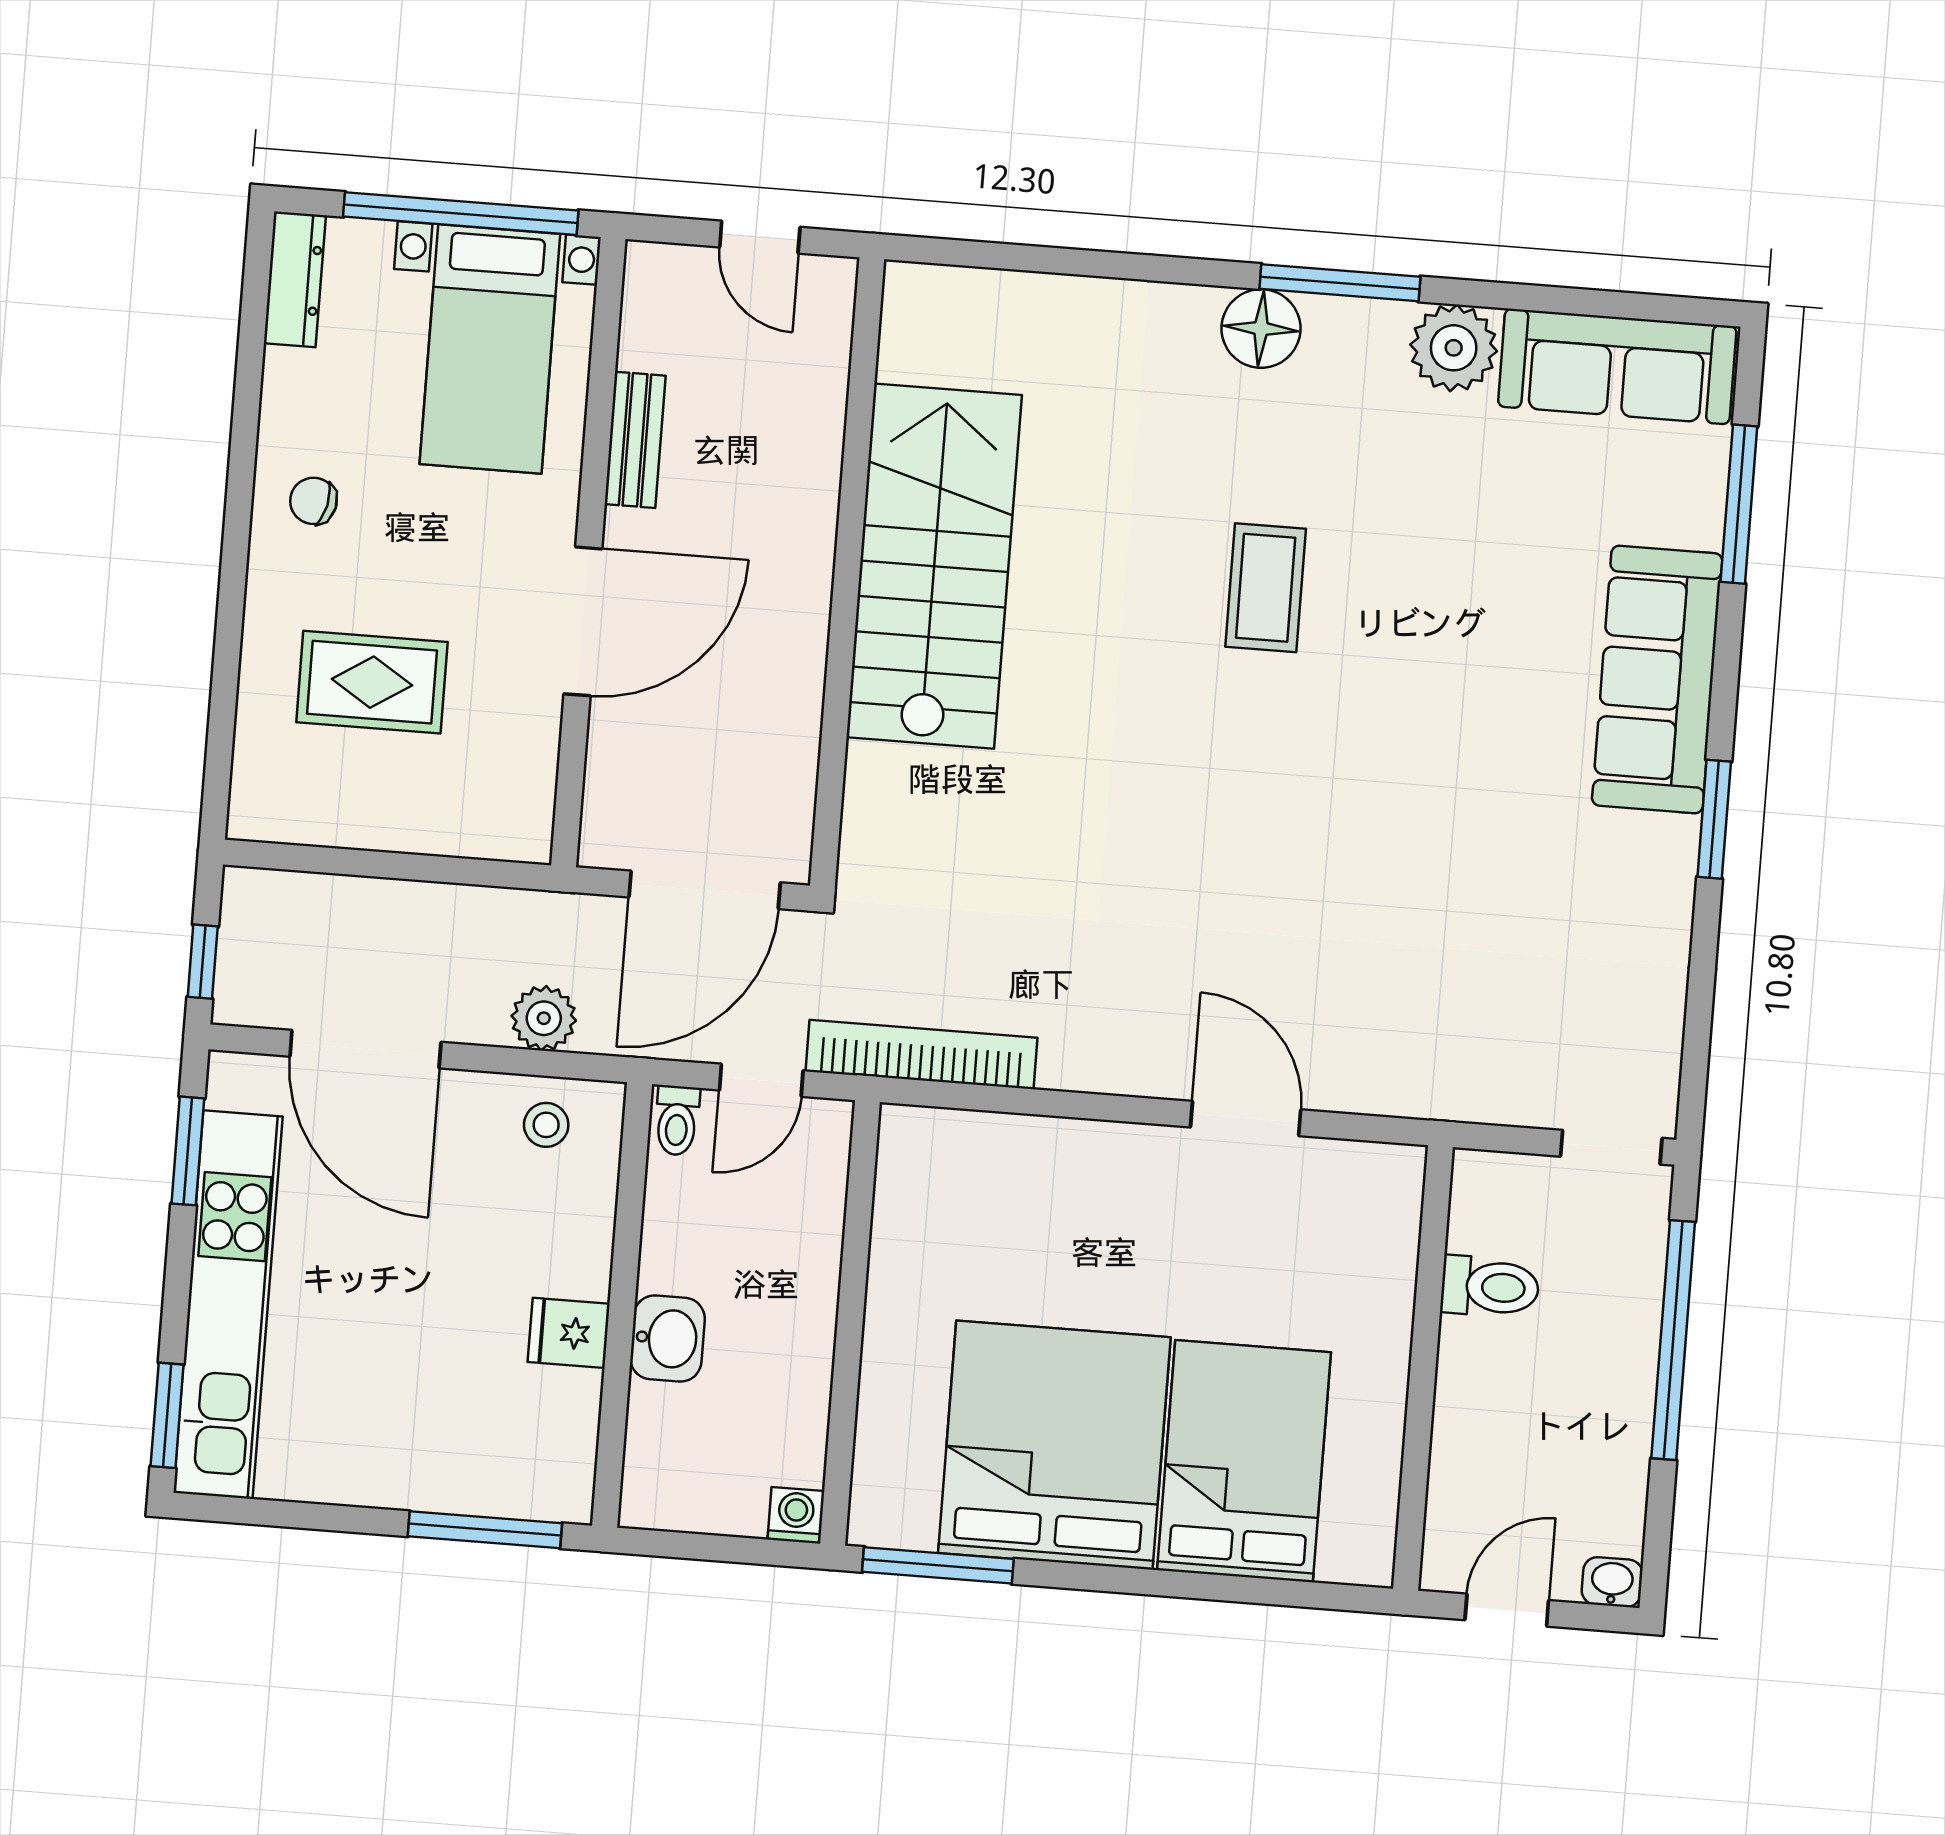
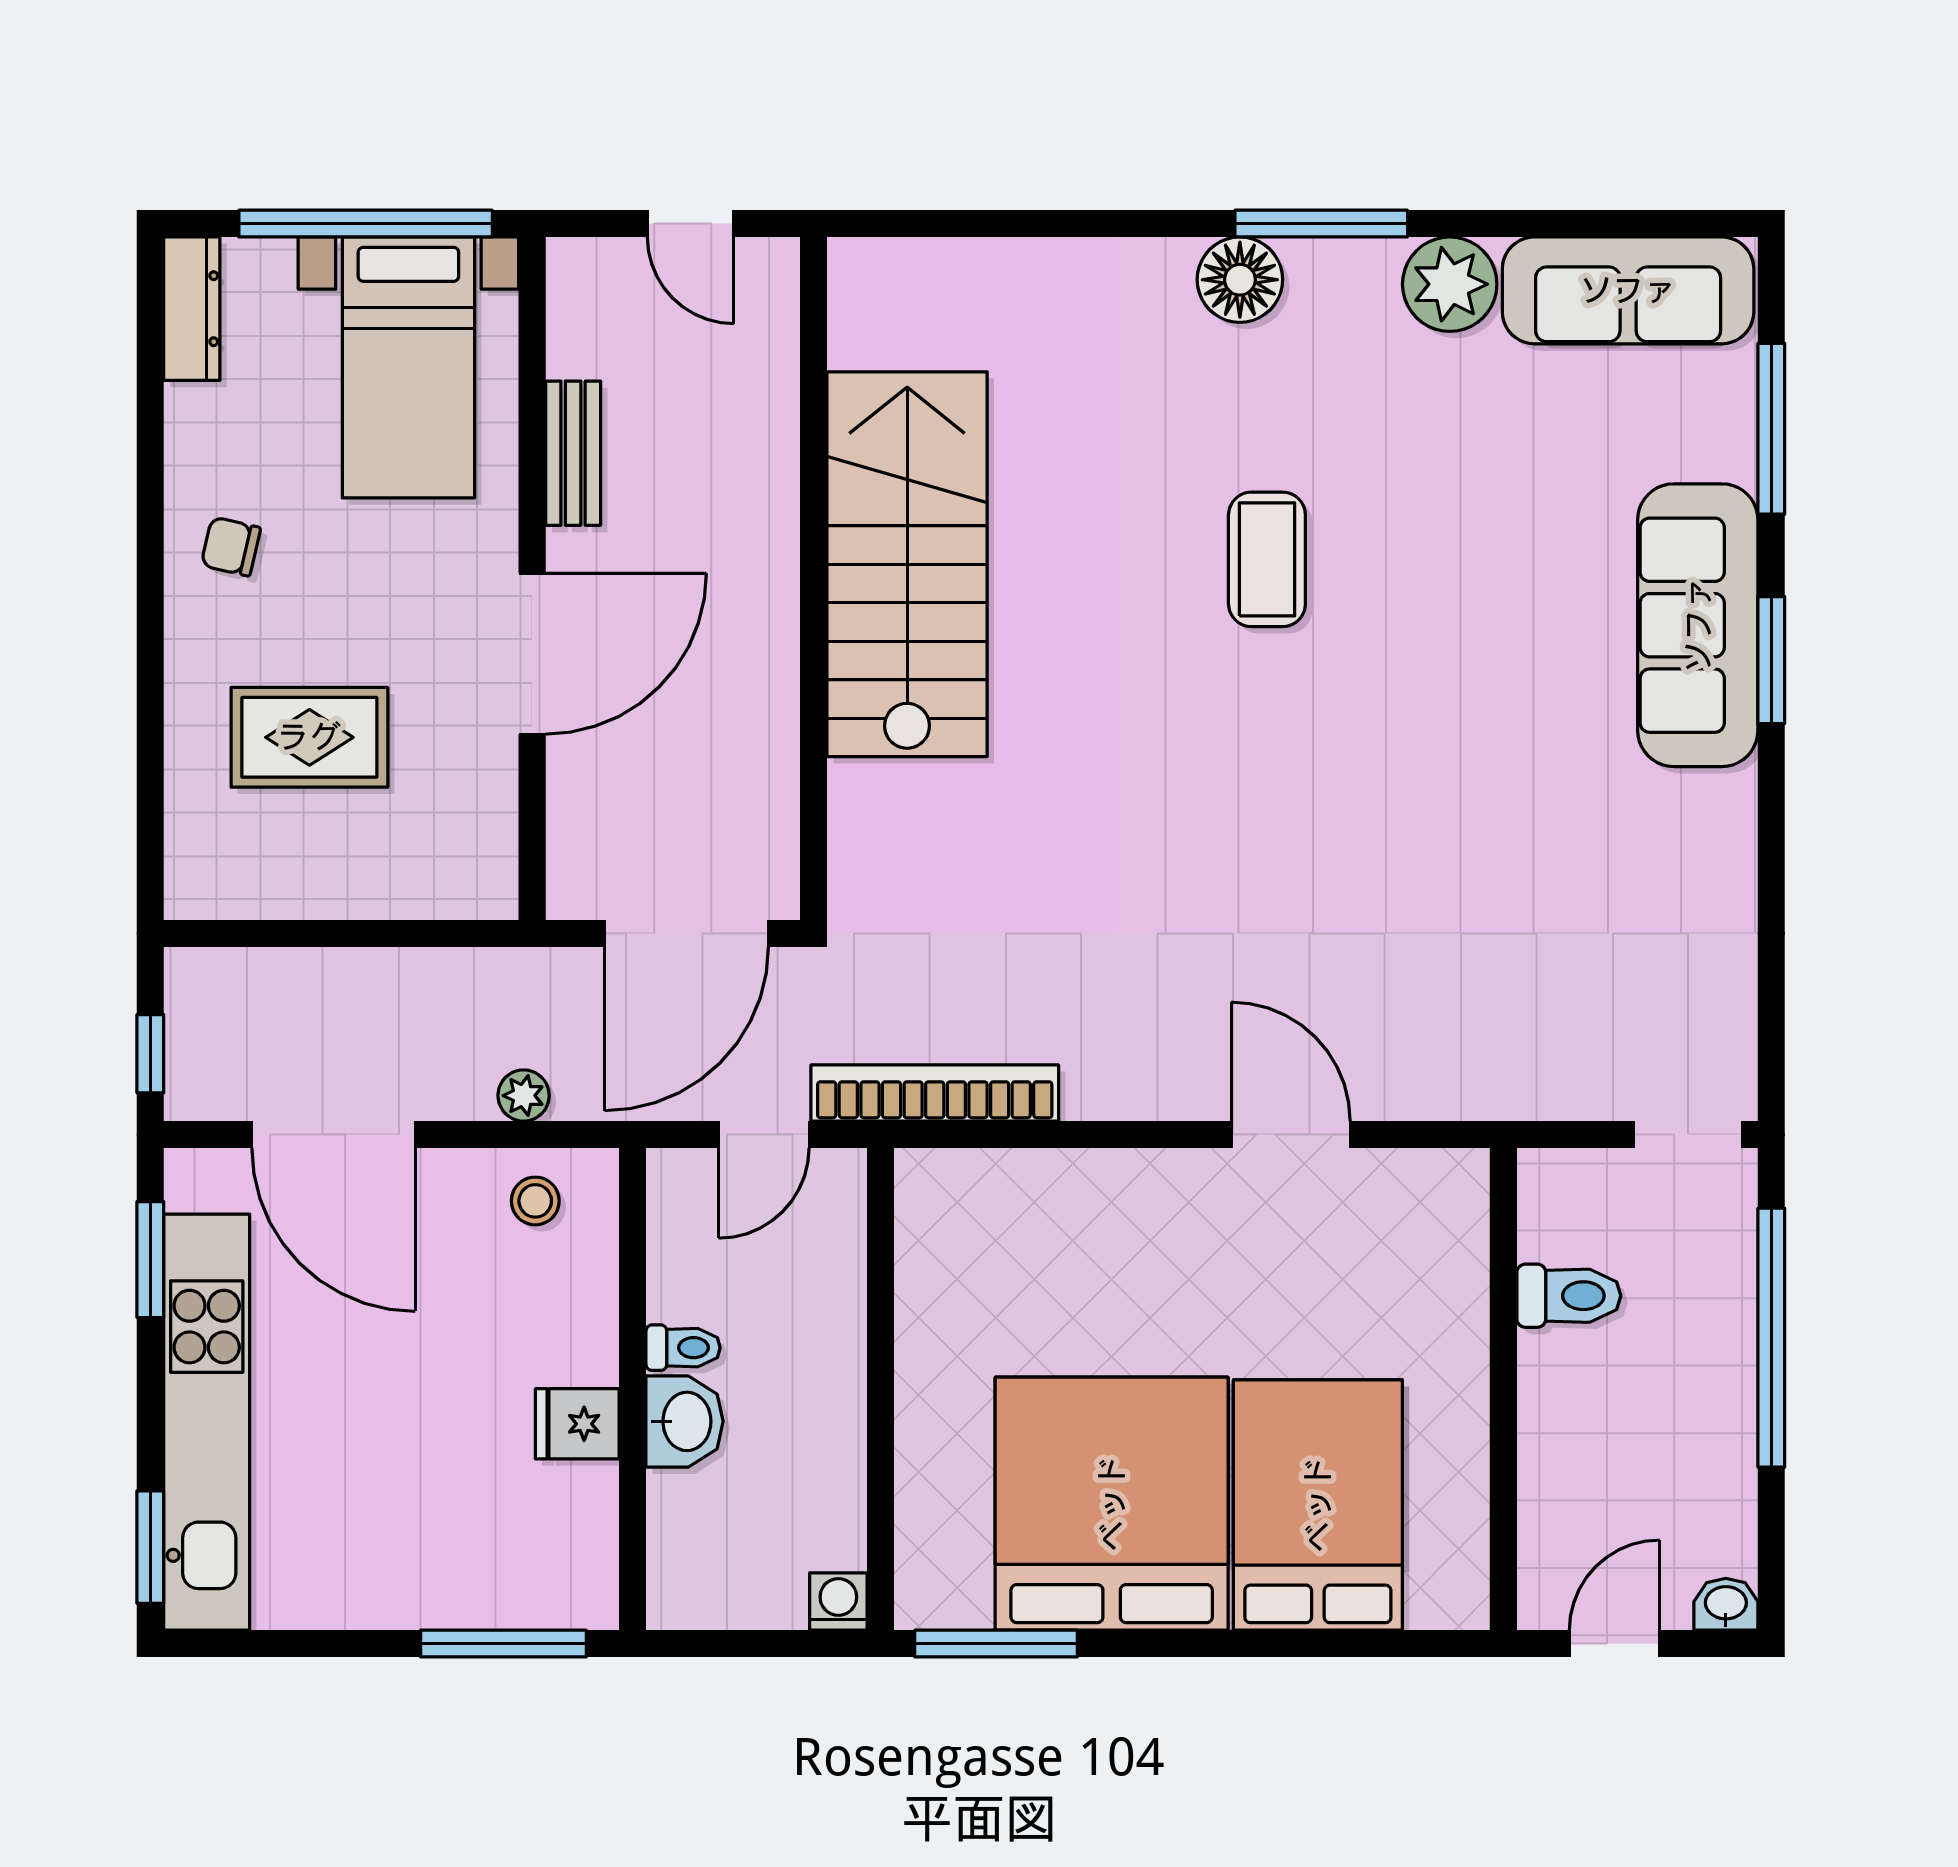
window: (1714, 819) -> (1771, 660), moved
plant: (544, 1018) -> (524, 1096), width x0.73, depth x0.73
toilet: (677, 1120) -> (683, 1348), moved, turned -90

